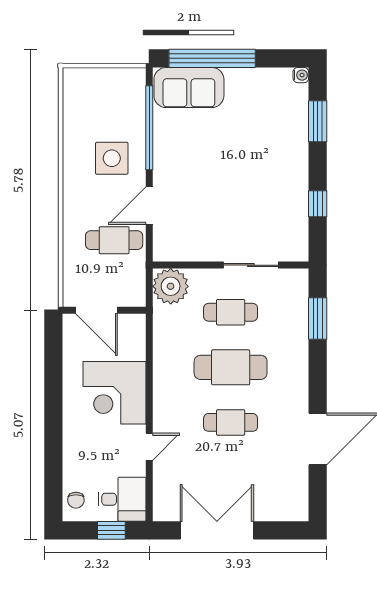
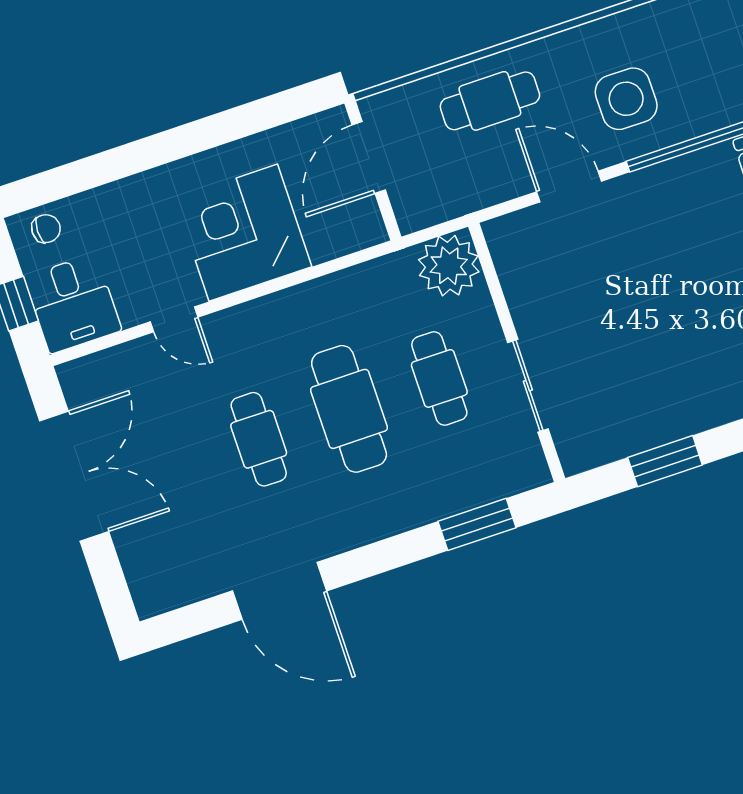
window: (318, 204) -> (665, 461), width x1.50
cafe table: (114, 240) -> (490, 101), moved, turned 90
chair: (76, 500) -> (46, 229), turned 180

